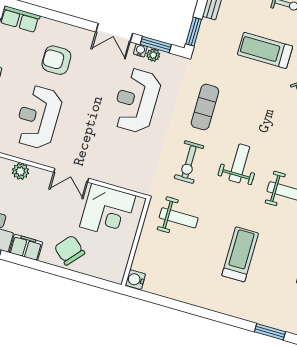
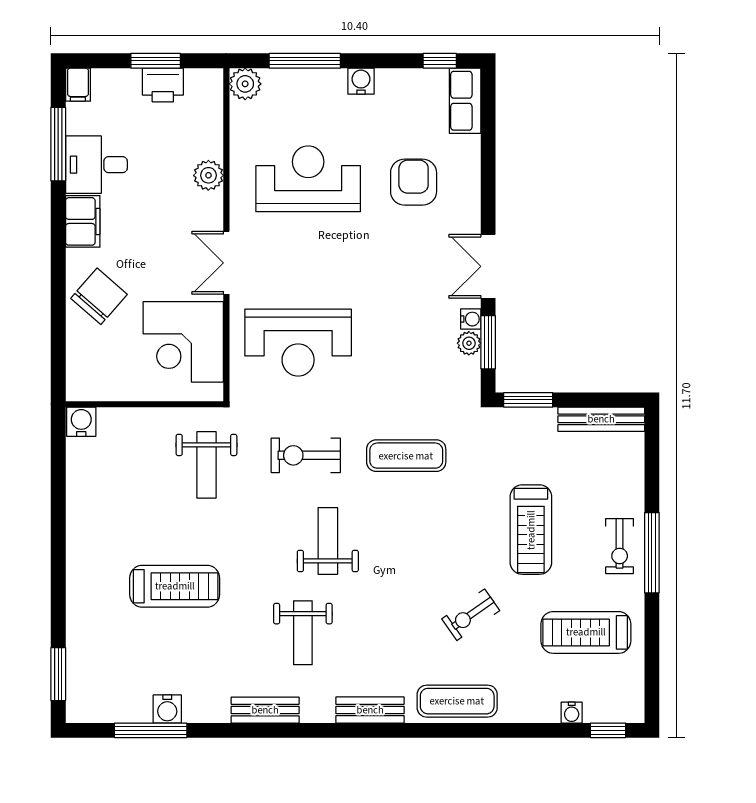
treadmill: (265, 50) -> (531, 530), turned 180
reception desk: (136, 101) -> (298, 343), moved, turned 180
weight bench: (239, 163) -> (328, 541), turned -90

